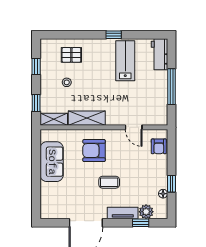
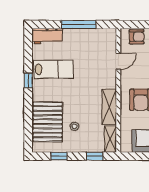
pallet: (71, 55) -> (48, 122), width x2.05, depth x2.00
lab bench: (125, 61) -> (53, 69), turned 180

